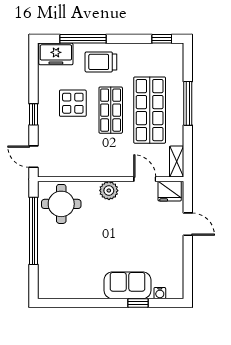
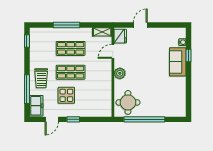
shop shelf: (150, 110) -> (71, 48), width x0.70, depth x0.74
door: (34, 157) -> (52, 119), moved

